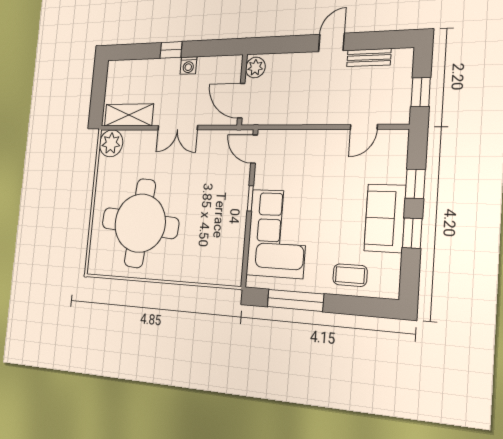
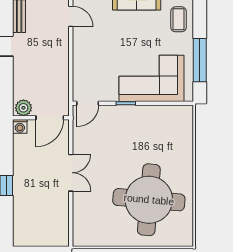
washing machine: (188, 65) -> (20, 126), moved, turned 90
shelving: (129, 115) -> (60, 220), removed
plant: (111, 143) -> (84, 235), removed

